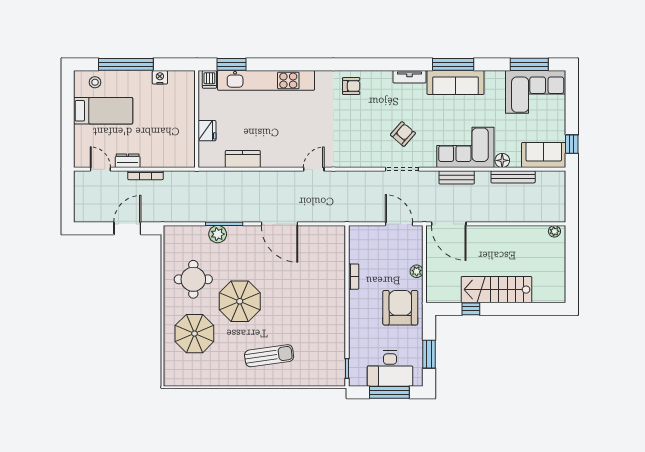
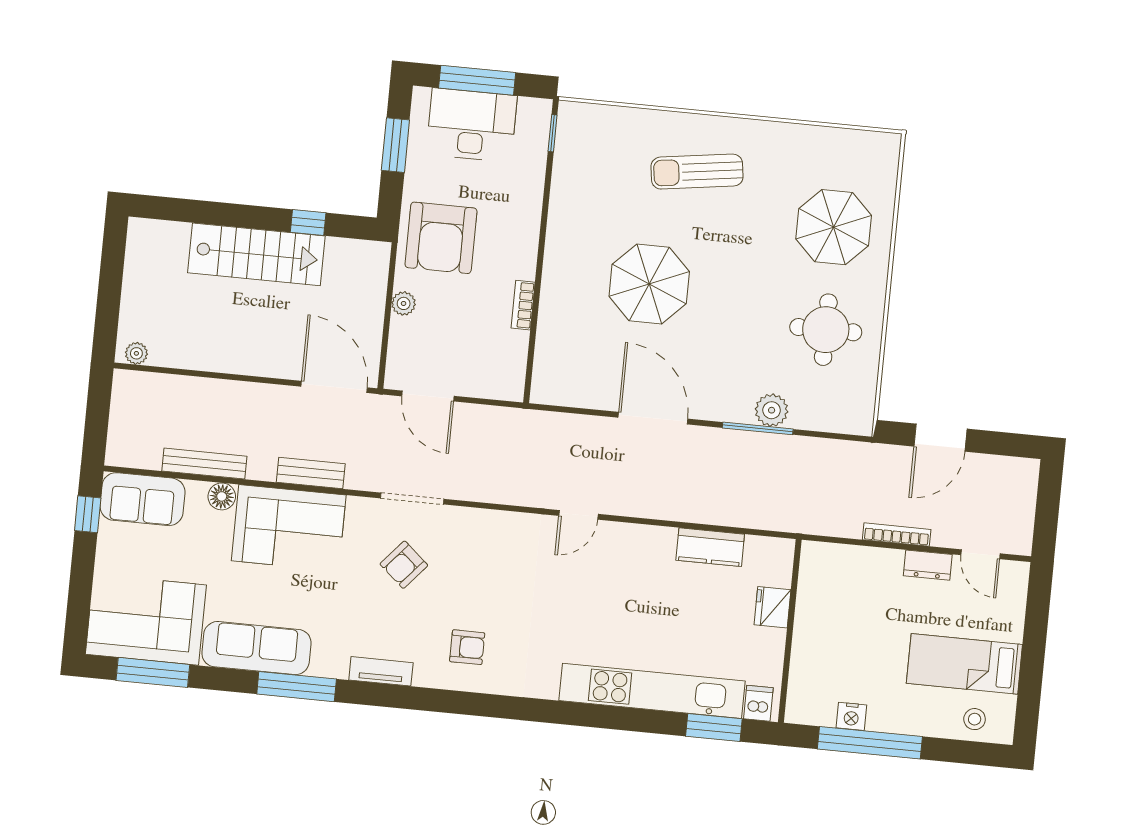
window: (126, 64) -> (870, 743), moved
sofa: (456, 83) -> (256, 648), moved
armchair: (351, 86) -> (467, 647), moved, turned 180
parasol: (240, 301) -> (649, 284), moved

